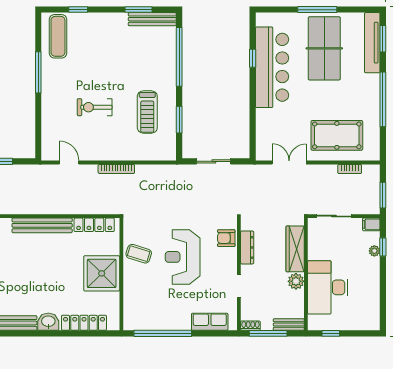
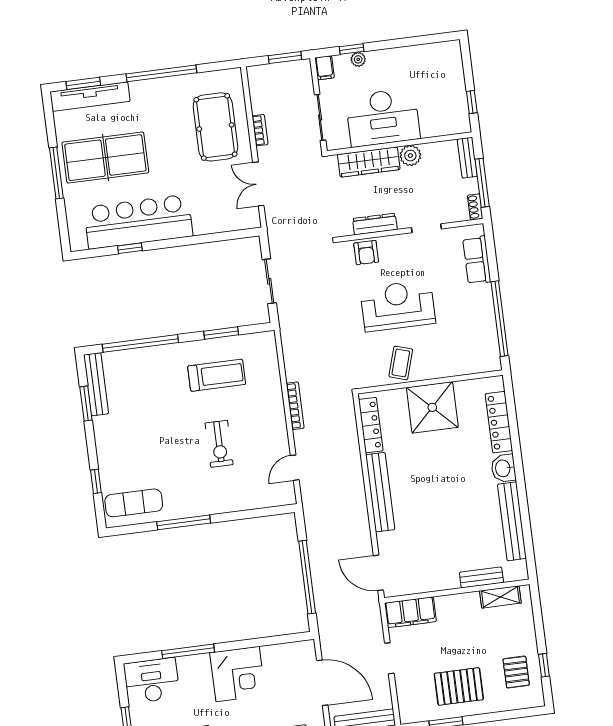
bookcase: (350, 169) -> (260, 130), moved
reception desk: (183, 257) -> (398, 306), turned 180
desk: (328, 287) -> (383, 117), moved

